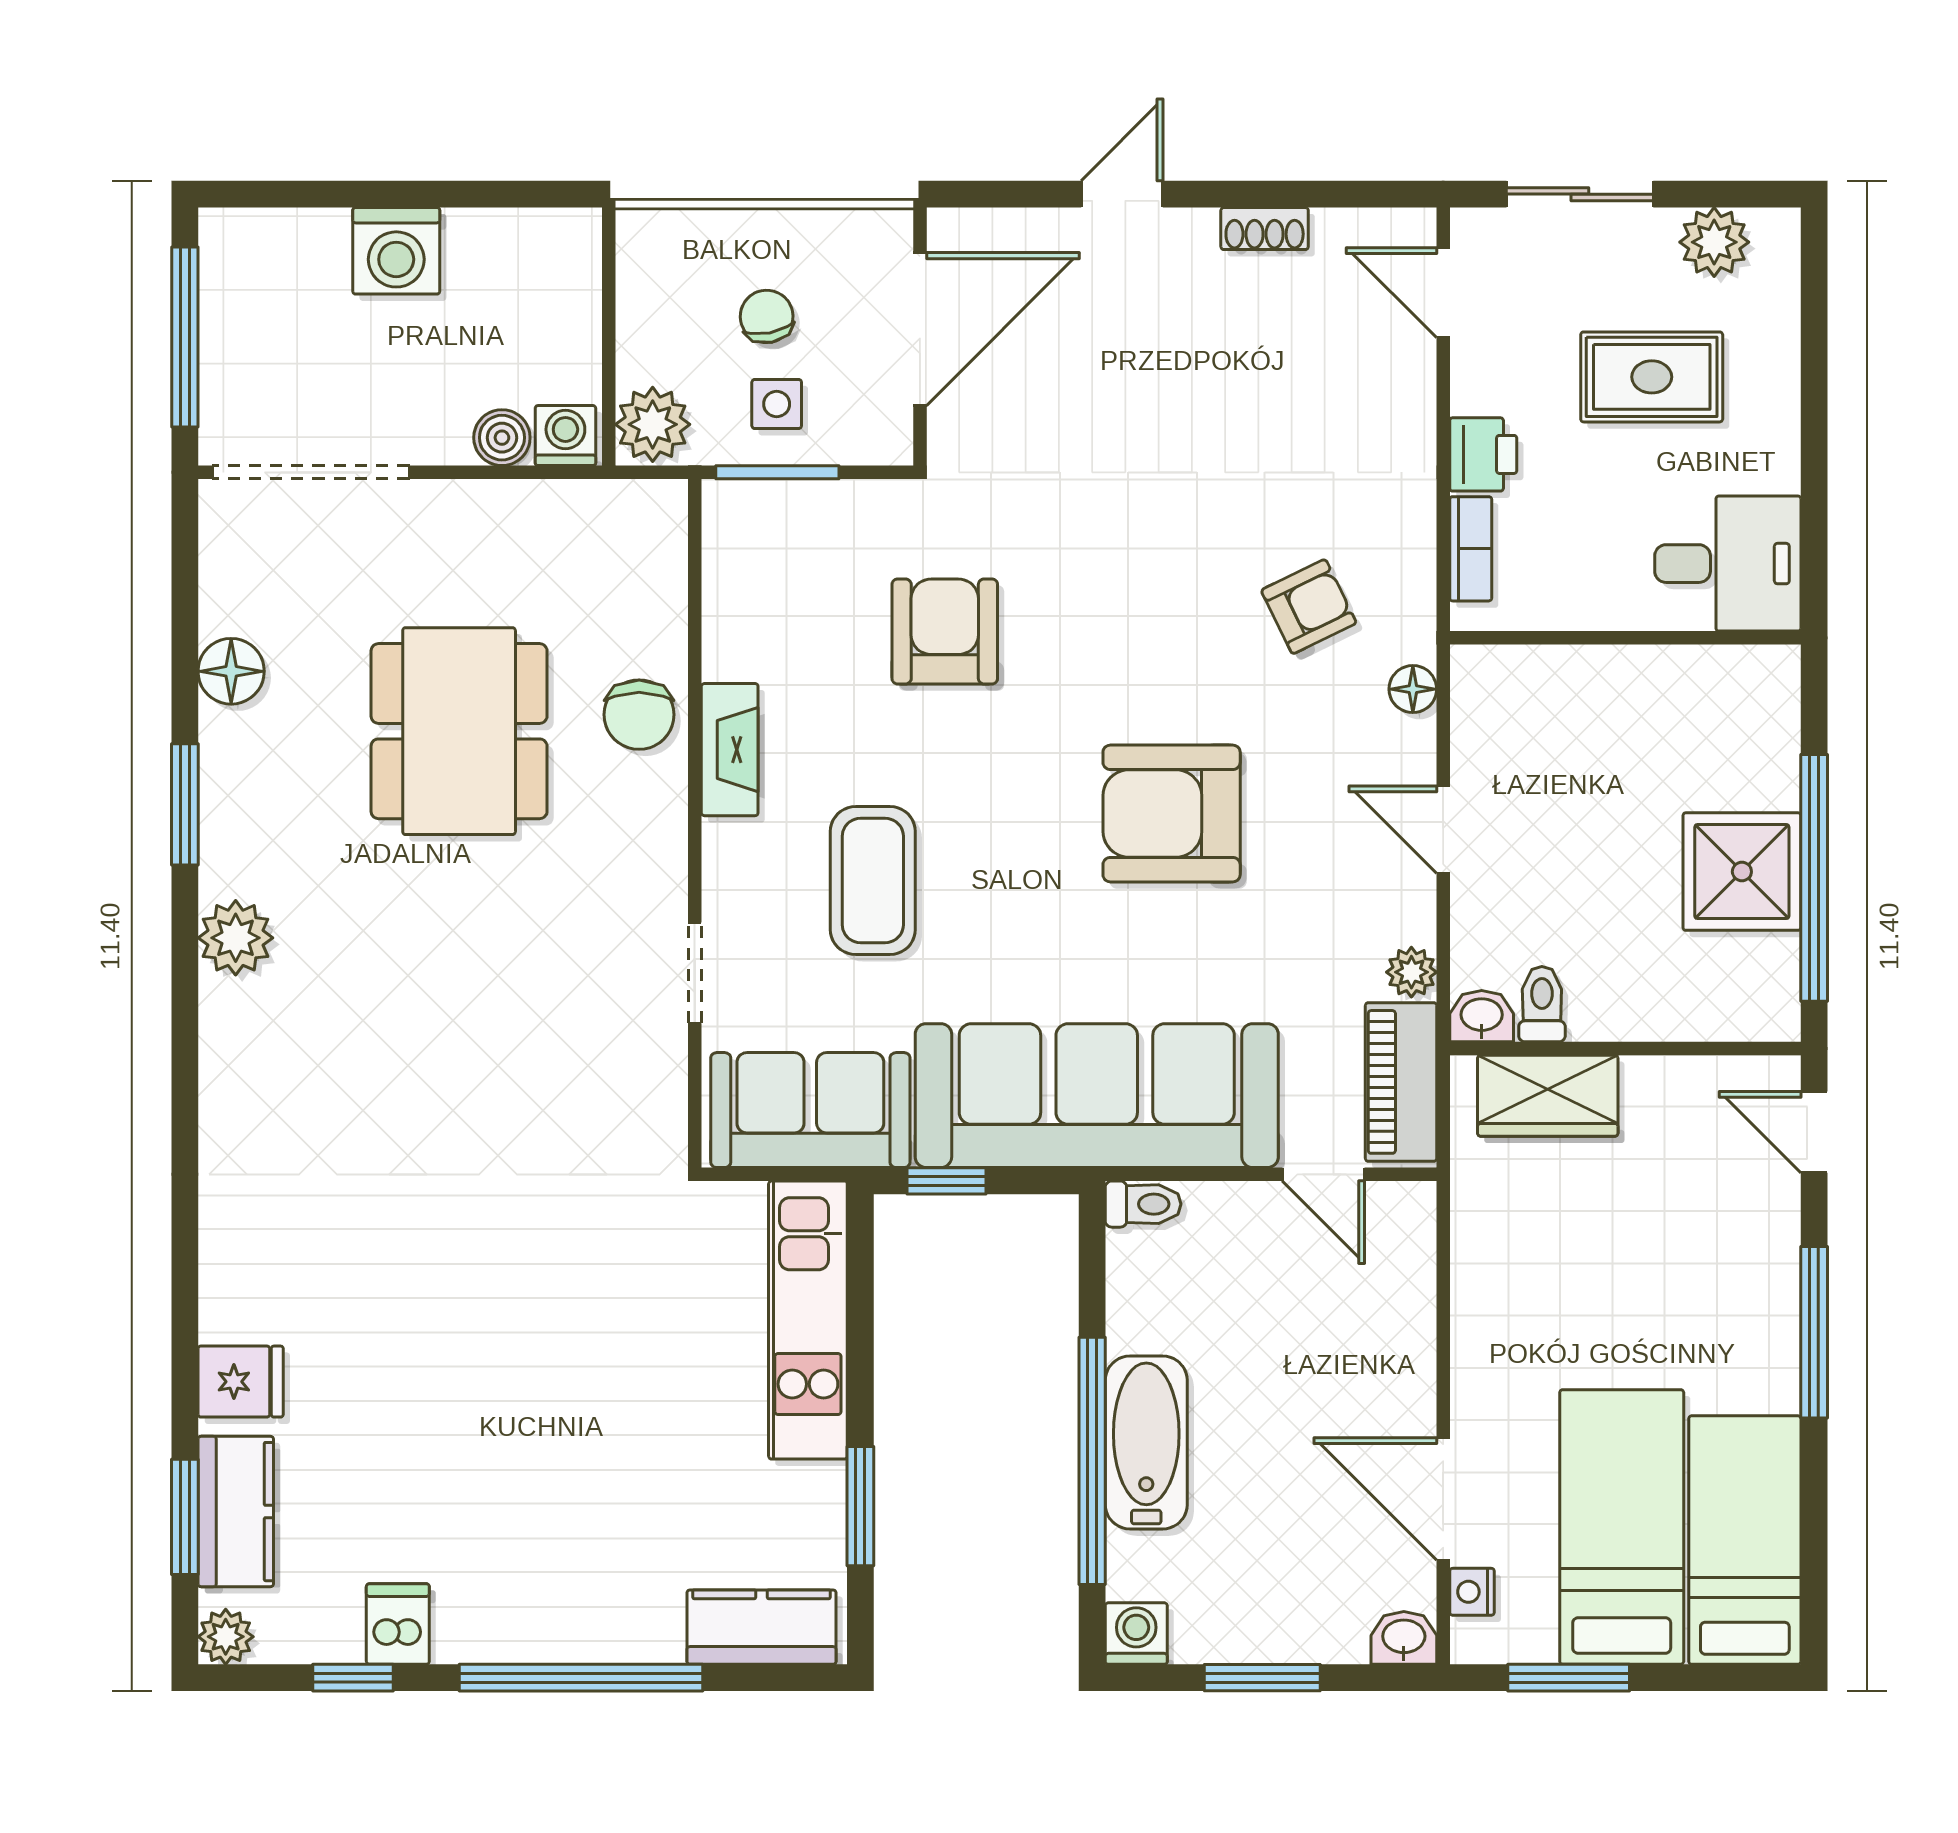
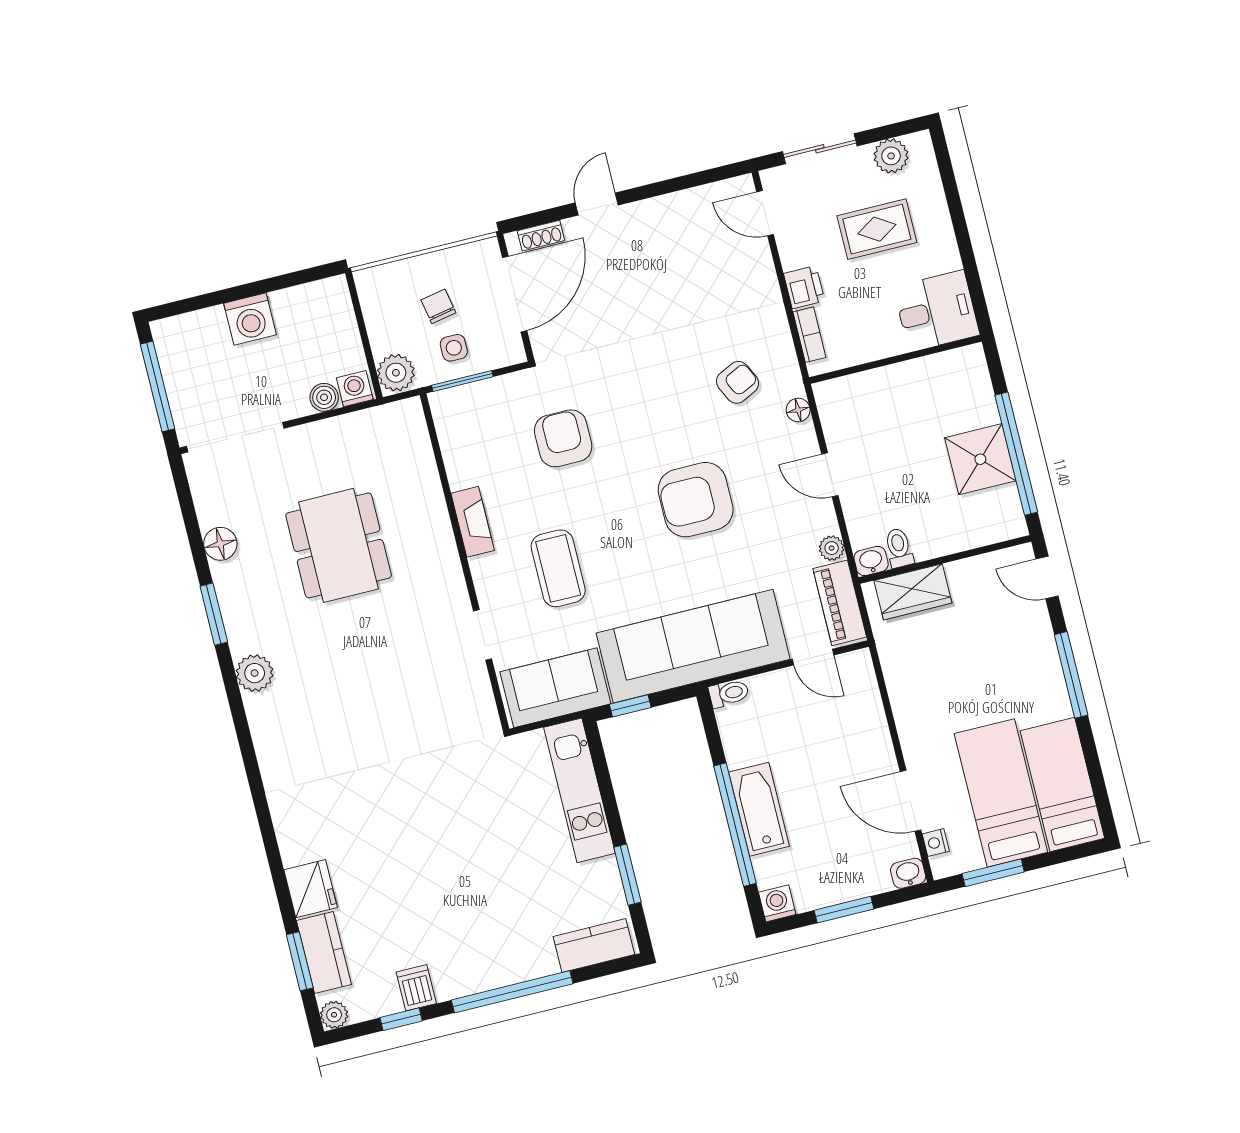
shoe rack: (1265, 229) -> (541, 236), moved
chair: (639, 715) -> (424, 516), removed
fridge: (241, 1382) -> (311, 889), width x1.38

